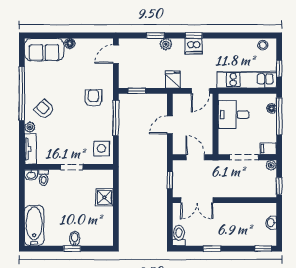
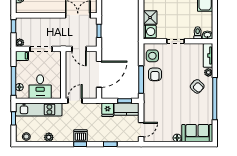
plant: (166, 44) -> (49, 137), moved
fridge: (173, 79) -> (108, 110), moved
kitchen counter: (134, 80) -> (127, 109), added
armchair: (93, 98) -> (155, 74), moved
desk: (234, 115) -> (40, 87), moved, turned 90
door: (170, 125) -> (99, 74), width x1.88
washing machine: (105, 179) -> (150, 32), added

